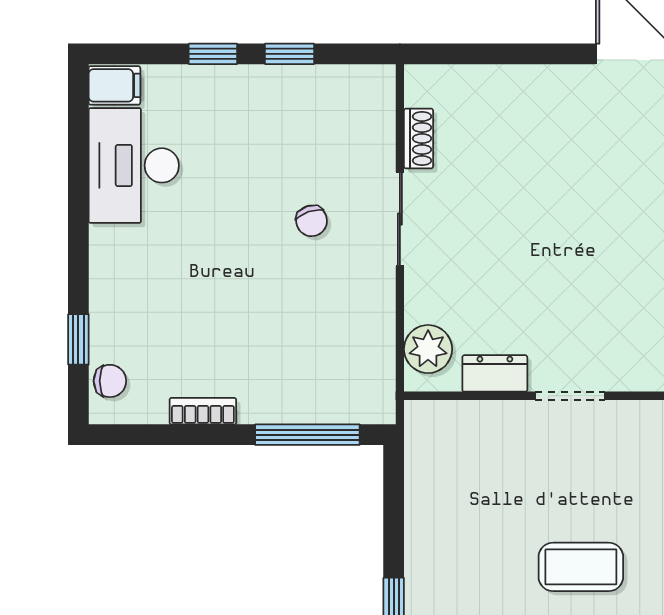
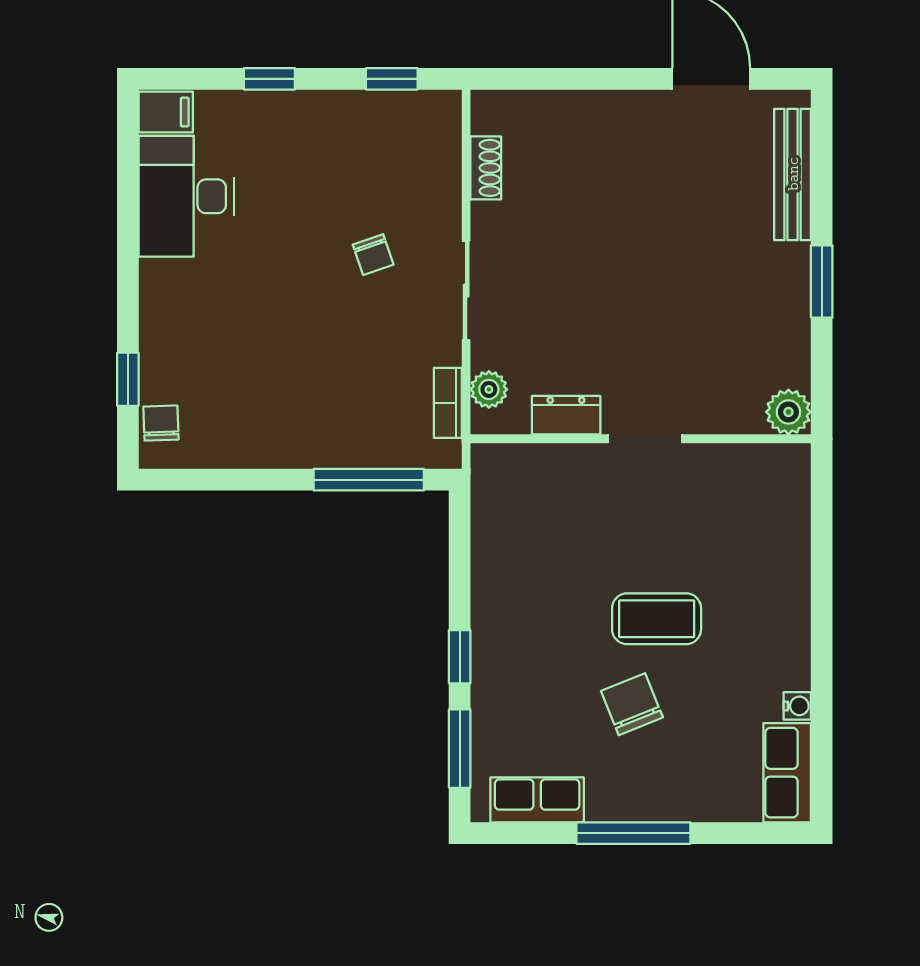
window: (289, 54) -> (392, 79), moved
sliding door: (400, 219) -> (466, 291), moved
plant: (428, 349) -> (489, 389), width x0.73, depth x0.73
chair: (110, 381) -> (161, 423), turned -92
bookcase: (203, 411) -> (448, 403), moved, turned -90

